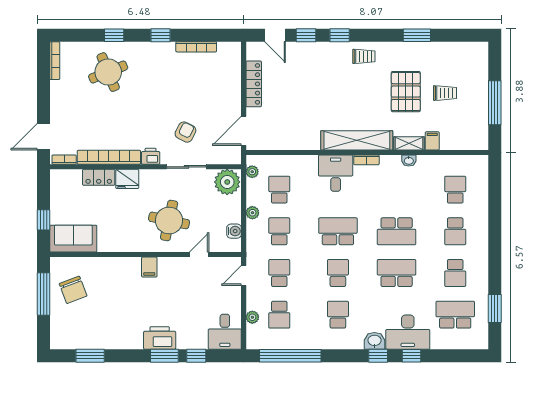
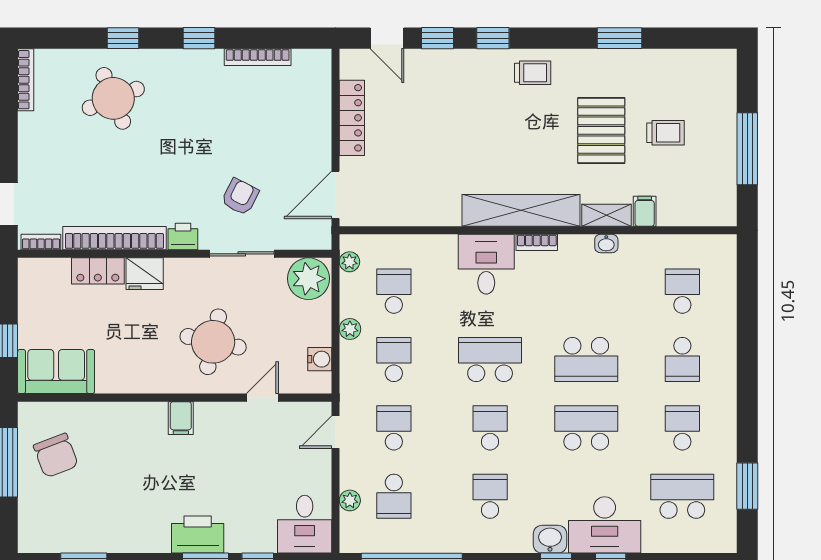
school desk: (455, 273) -> (682, 428), turned 180

